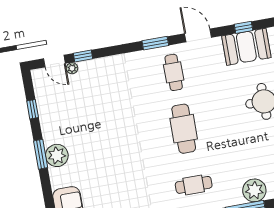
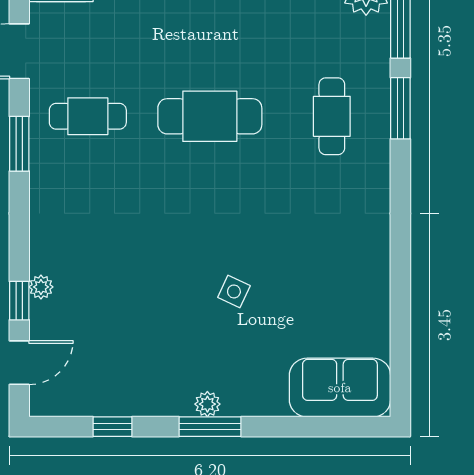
plant: (72, 68) -> (41, 287), moved
side table: (105, 154) -> (234, 291), added
plant: (57, 155) -> (207, 404), width x0.53, depth x0.53

